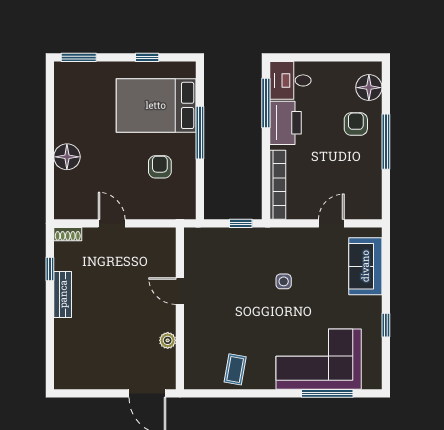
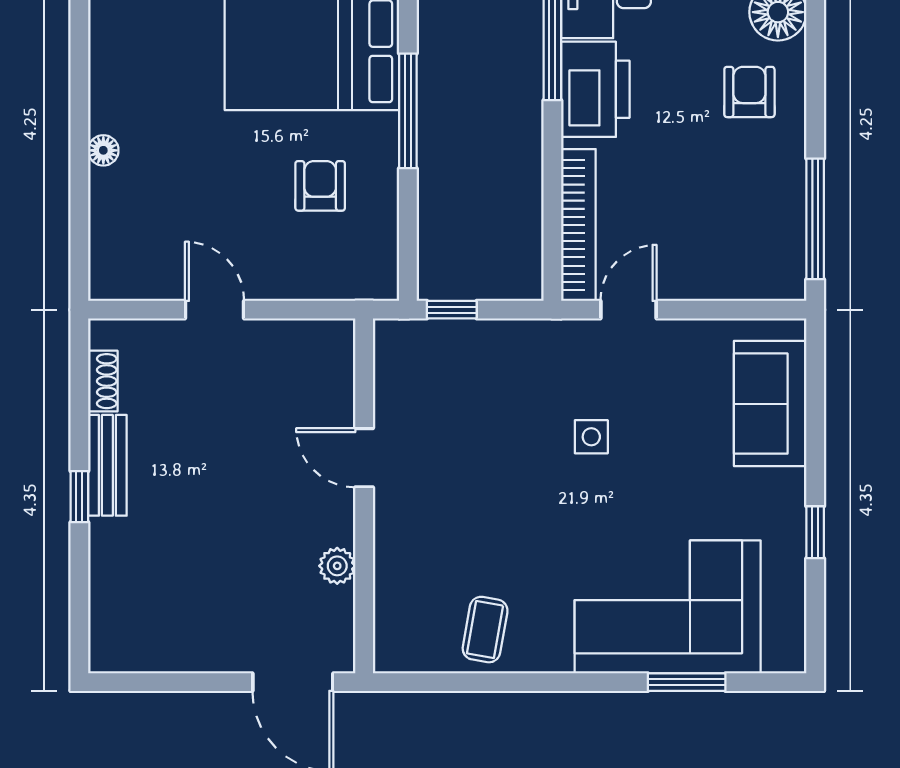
window: (386, 142) -> (815, 219), moved
floor lamp: (67, 157) -> (103, 150), width x0.53, depth x0.53
window: (241, 223) -> (452, 310), moved
door: (331, 223) -> (628, 310), moved
shoe rack: (68, 234) -> (103, 381), moved, turned -90
window: (50, 269) -> (79, 497), moved
window: (327, 393) -> (687, 682), width x0.69

